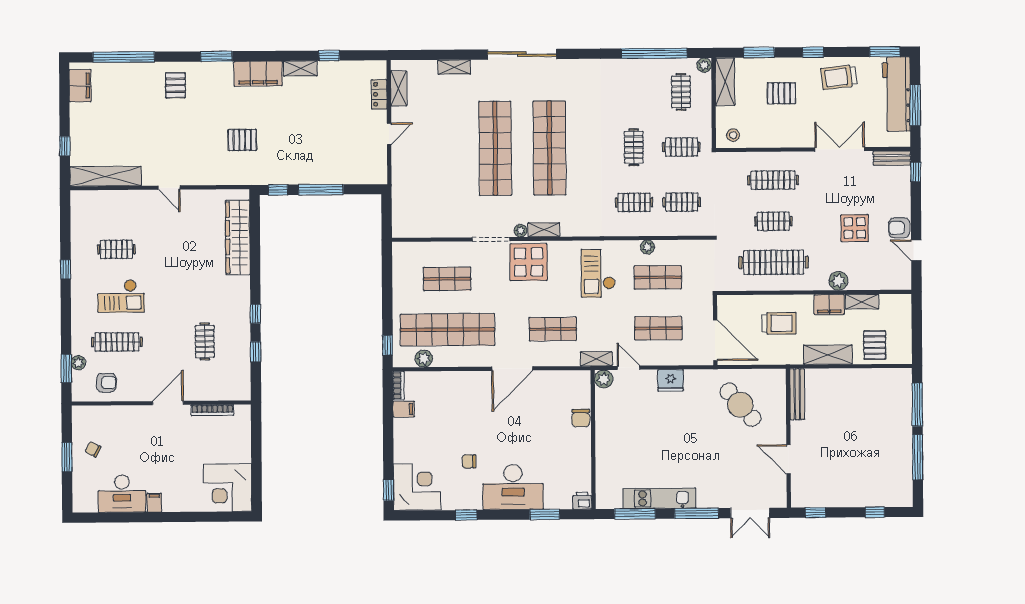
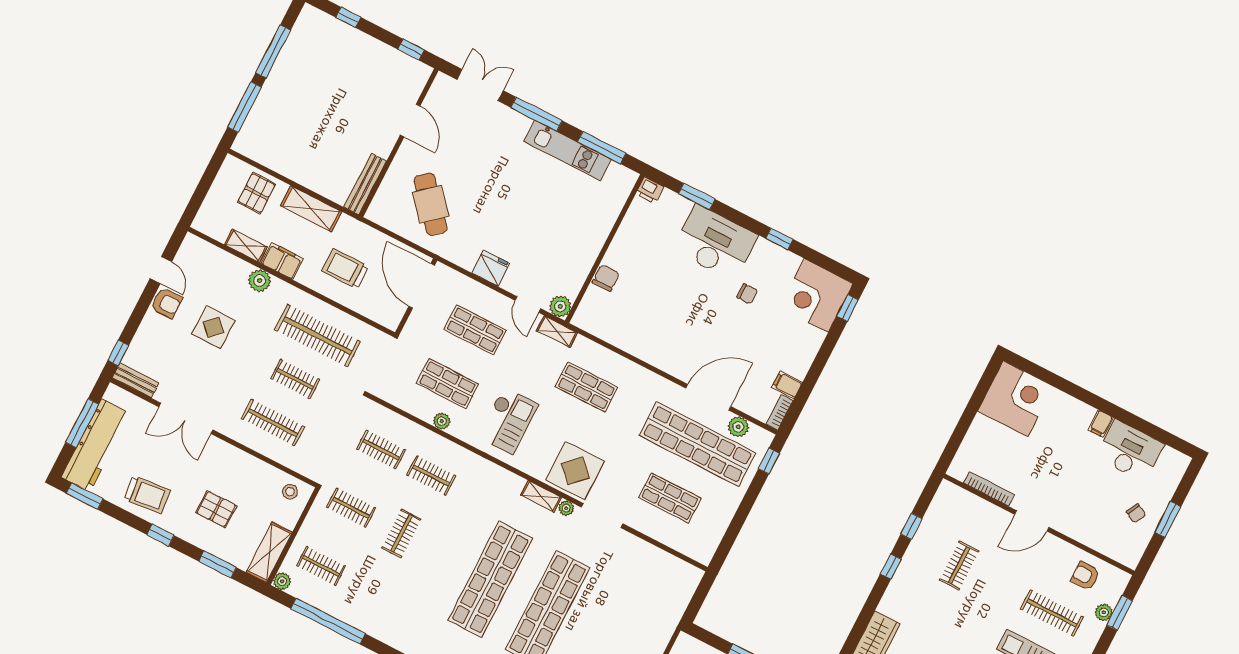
clothes rail: (681, 92) -> (321, 566), turned 90
door: (512, 369) -> (708, 397), moved

